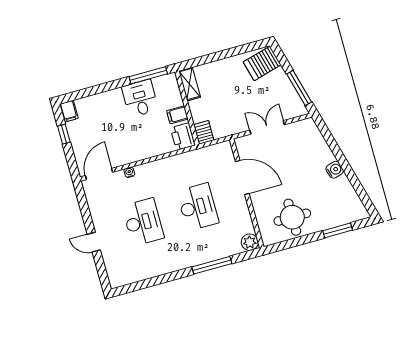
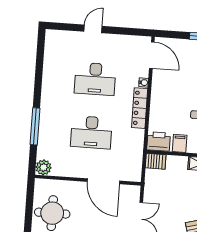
locker: (156, 167) -> (140, 108), added
door: (242, 177) -> (103, 181), hinge flipped

